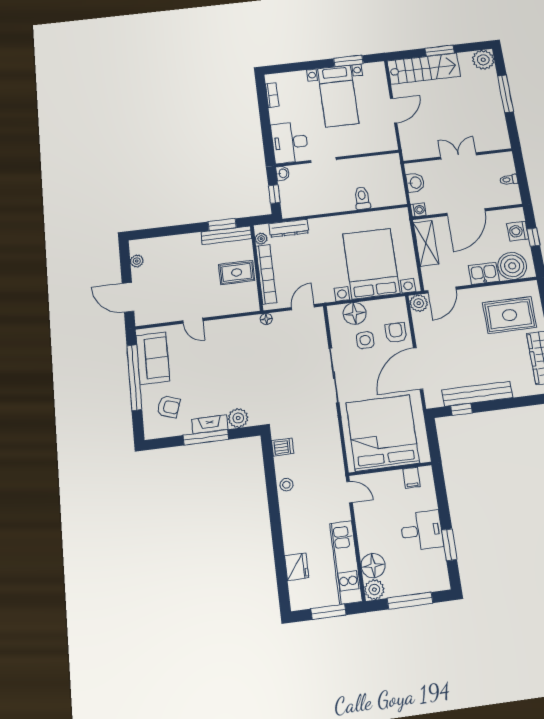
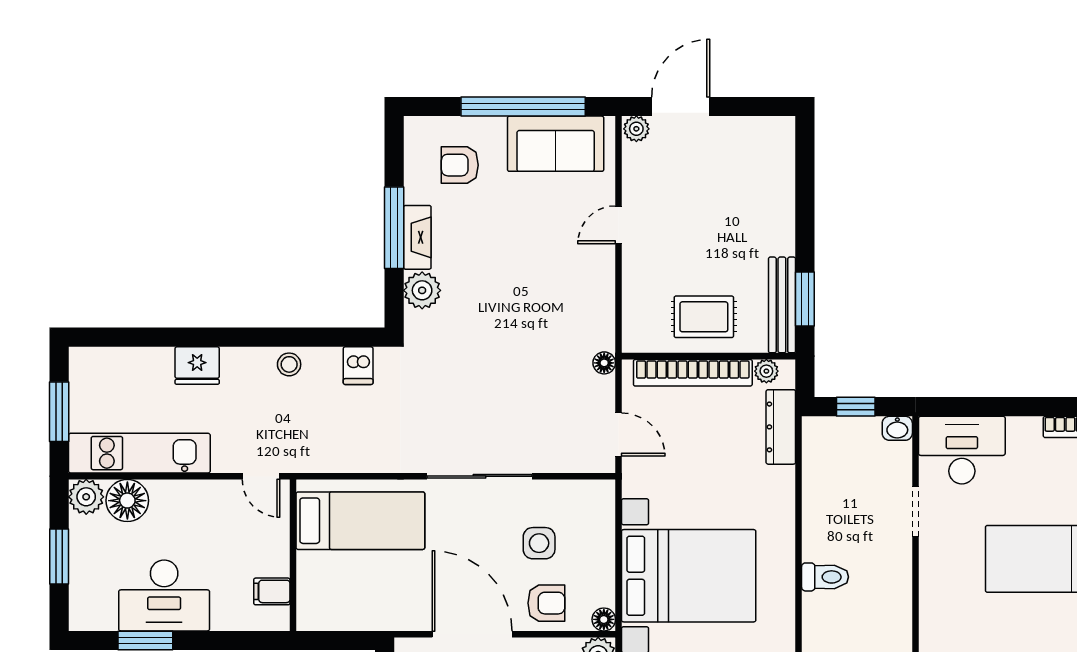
plant: (137, 261) -> (636, 129), moved
rug: (237, 272) -> (704, 317), turned 90
floor lamp: (355, 313) -> (604, 619), moved, width x0.53, depth x0.53
armchair: (169, 407) -> (460, 165), turned 71
bed: (383, 433) -> (360, 521), width x0.49
door: (350, 492) -> (261, 476), hinge flipped
desk: (422, 531) -> (164, 595), width x1.37
fridge: (297, 567) -> (197, 366), moved
window: (410, 601) -> (59, 556), width x0.69

